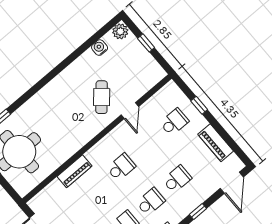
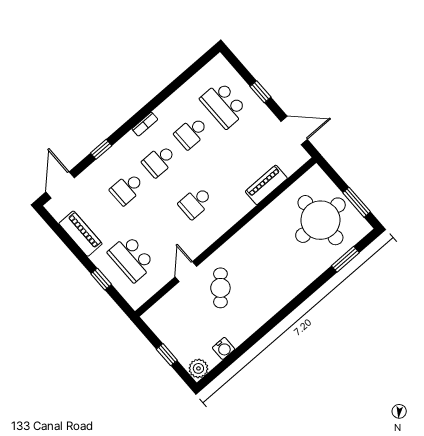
school desk: (174, 122) -> (131, 258), width x1.85
piano: (75, 171) -> (266, 185), moved

